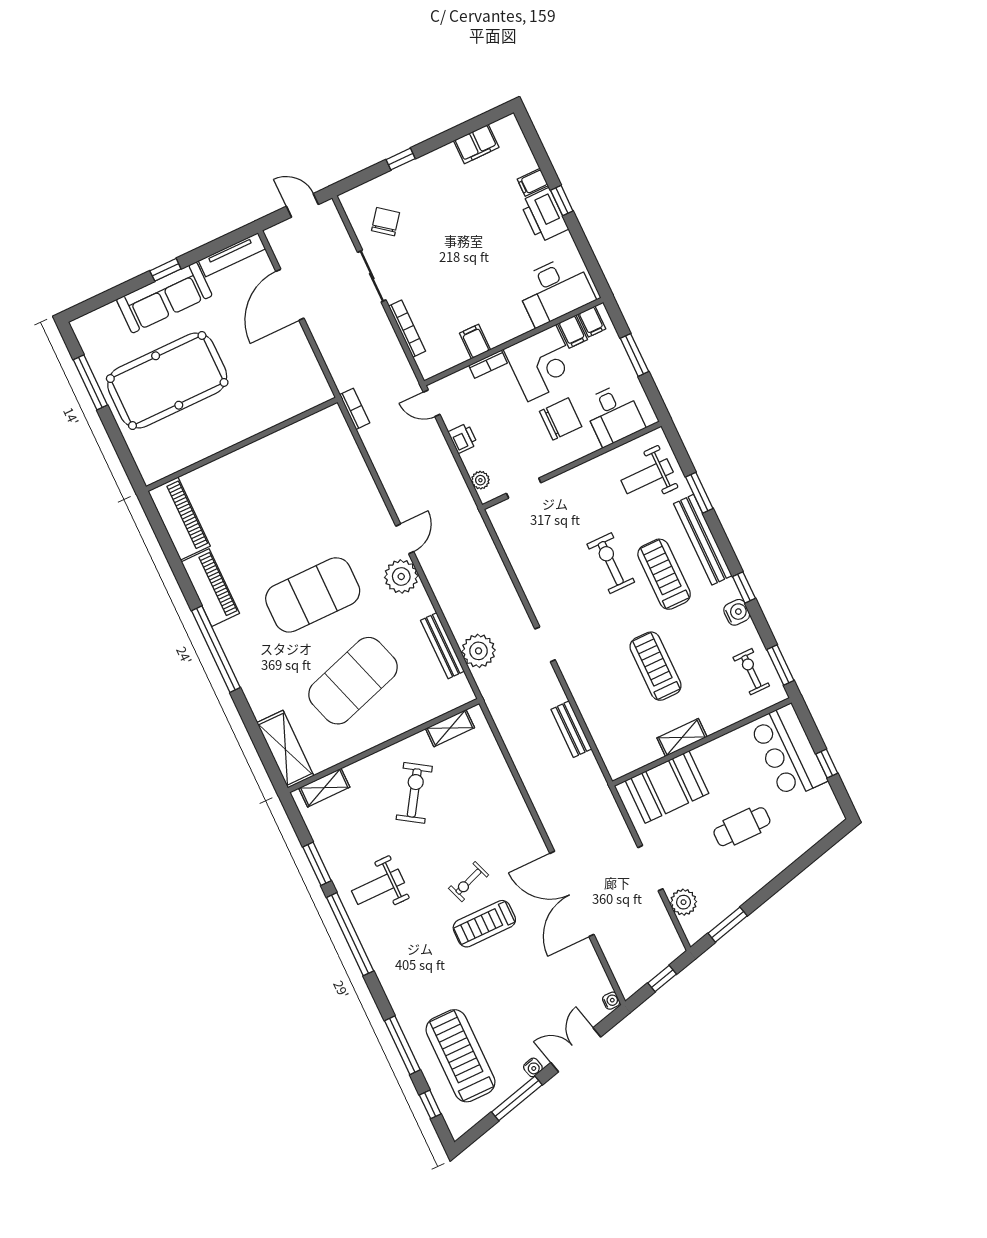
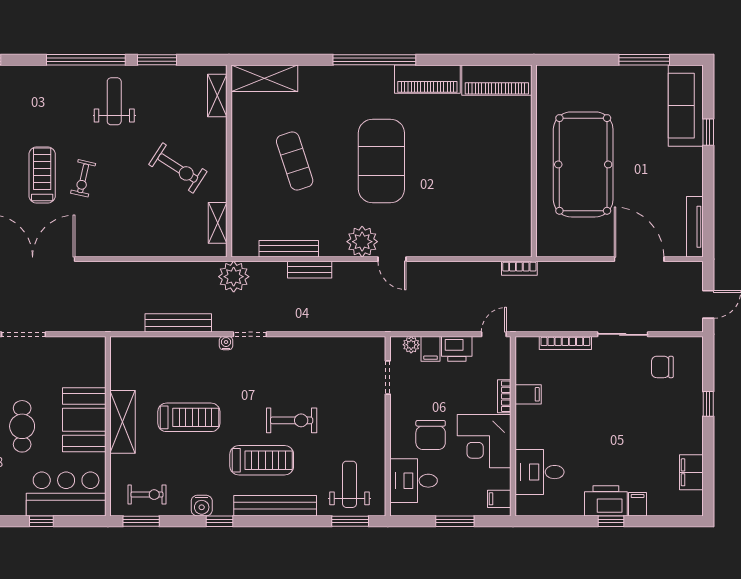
chair: (386, 222) -> (662, 367), turned 142
window: (165, 270) -> (708, 132), moved
desk: (555, 290) -> (539, 472), width x0.73
sofa: (164, 297) -> (686, 106), moved
filing cabinet: (572, 332) -> (431, 349), moved, turned -90
pool table: (167, 380) -> (583, 164), moved
printer: (463, 438) -> (457, 349), width x1.36, depth x1.24
window: (699, 493) -> (350, 521), moved
bench: (453, 615) -> (310, 270), added
plant: (479, 651) -> (234, 277), moved
water cooler: (565, 664) -> (226, 343), added
exercise mat: (353, 681) -> (295, 161), width x0.50, depth x0.69
bench: (571, 729) -> (178, 323), width x1.36
shelving: (682, 737) -> (123, 422), width x1.50, depth x1.33
booth: (667, 787) -> (84, 420), moved
exercise bike: (469, 882) -> (83, 178), turned -147

